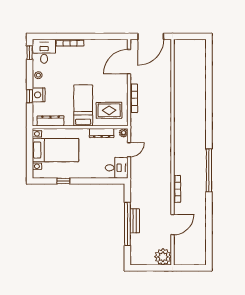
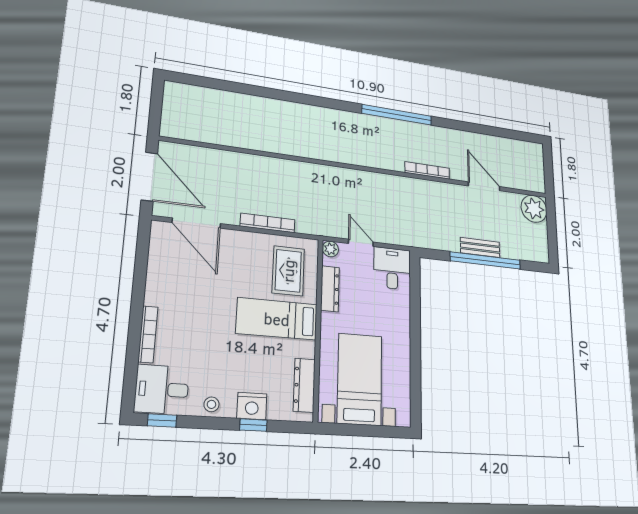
window: (63, 181) -> (415, 368), removed

